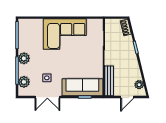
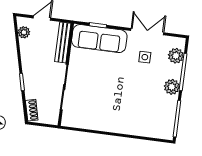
corner sofa: (65, 34) -> (113, 112), removed

